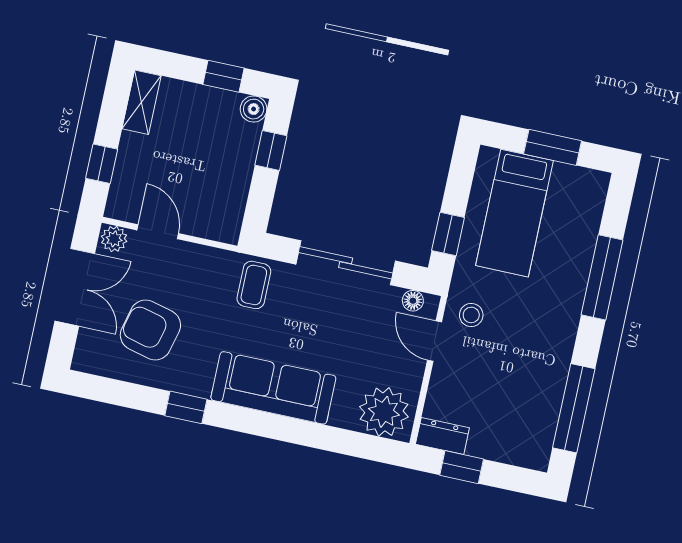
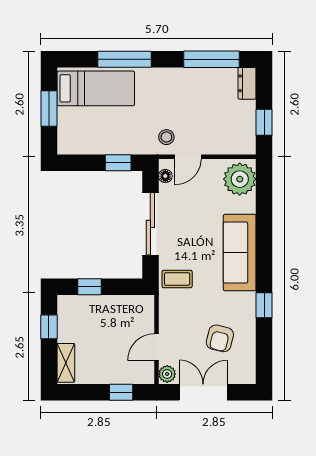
shelving: (142, 102) -> (66, 363), moved, turned 90
boiler: (254, 109) -> (66, 303), removed
bed: (514, 213) -> (96, 88), moved
armchair: (150, 330) -> (220, 338), width x0.72, depth x0.72
dresser: (442, 436) -> (247, 83), moved

